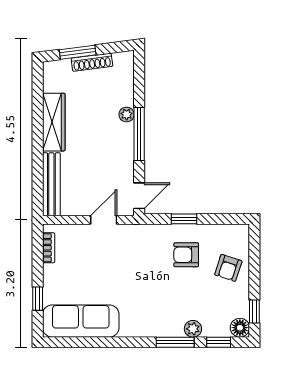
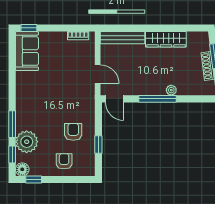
window: (184, 219) -> (98, 145), moved
armchair: (228, 268) -> (64, 161), turned 72
window: (38, 299) -> (29, 28), moved
sofa: (81, 321) -> (27, 51), width x0.73
plant: (193, 329) -> (27, 142), width x1.88, depth x1.88

